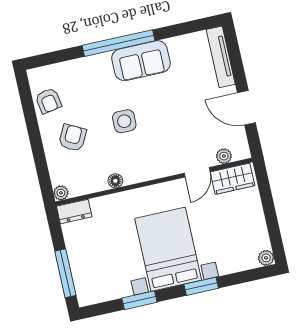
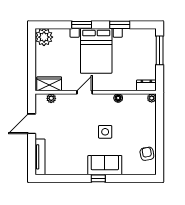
window: (119, 43) -> (98, 178), width x0.32
sofa: (141, 61) -> (105, 165), moved
door: (246, 108) -> (32, 124), swing flipped
armchair: (73, 138) -> (138, 129), removed
door: (197, 172) -> (85, 92), moved
plant: (266, 258) -> (44, 37), width x1.88, depth x1.88

